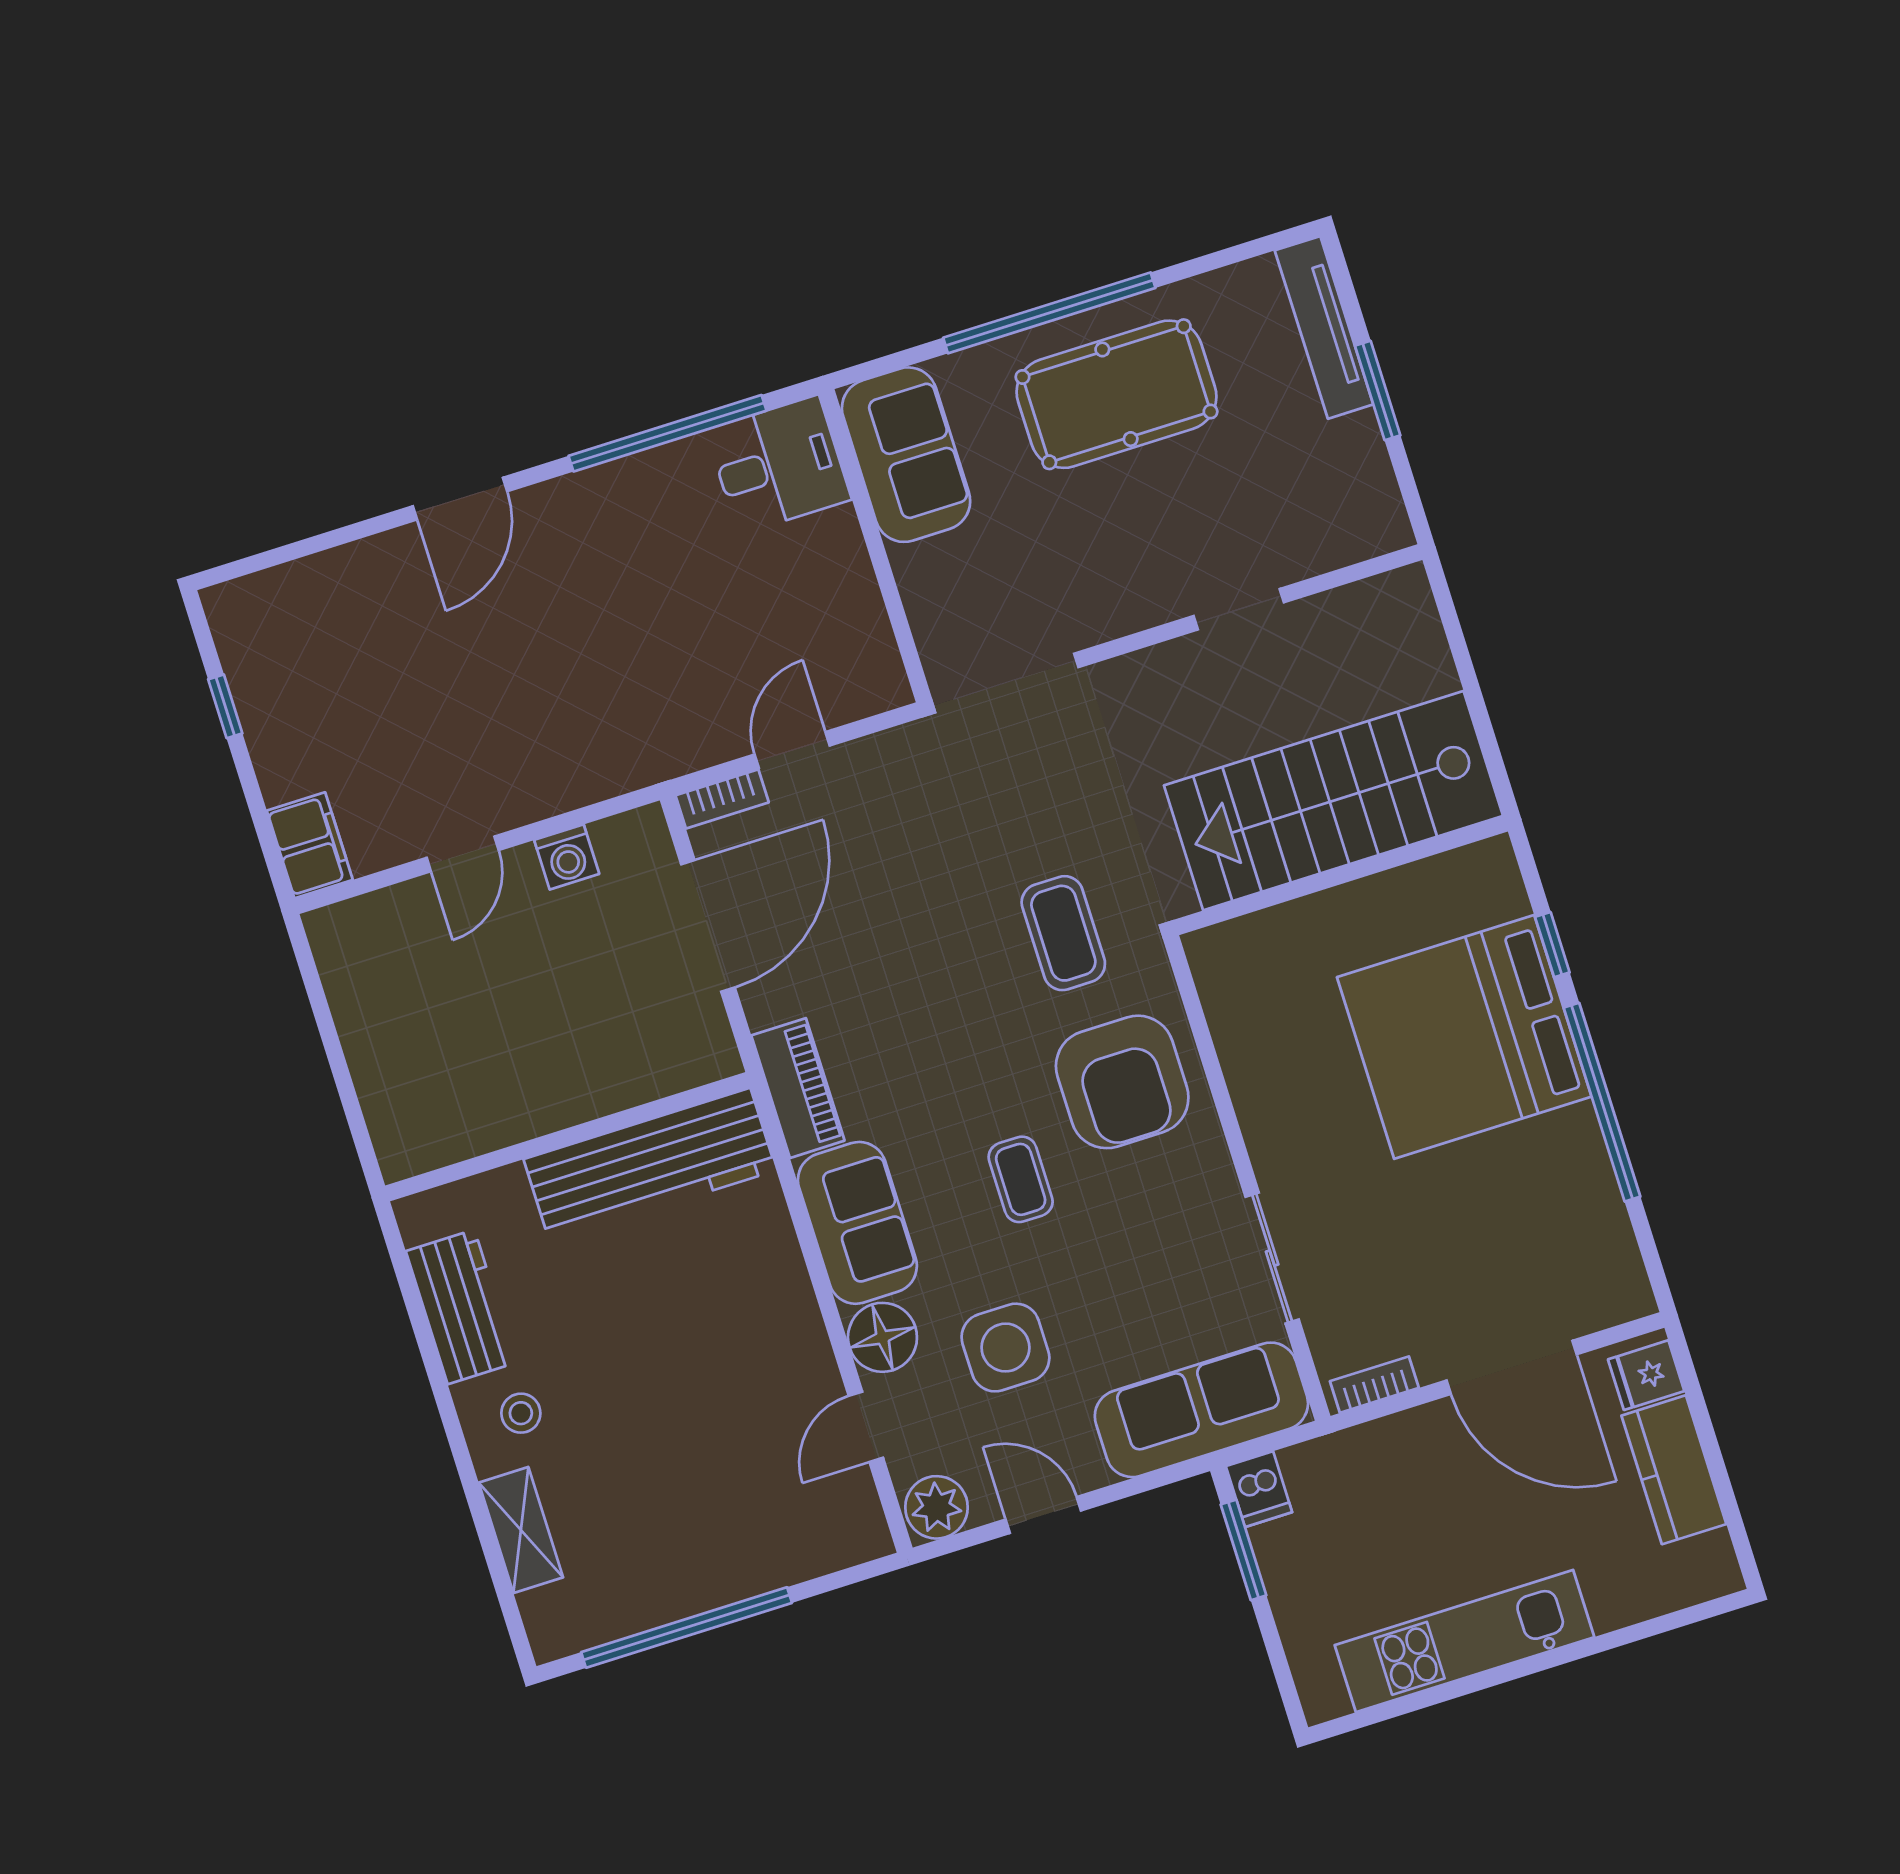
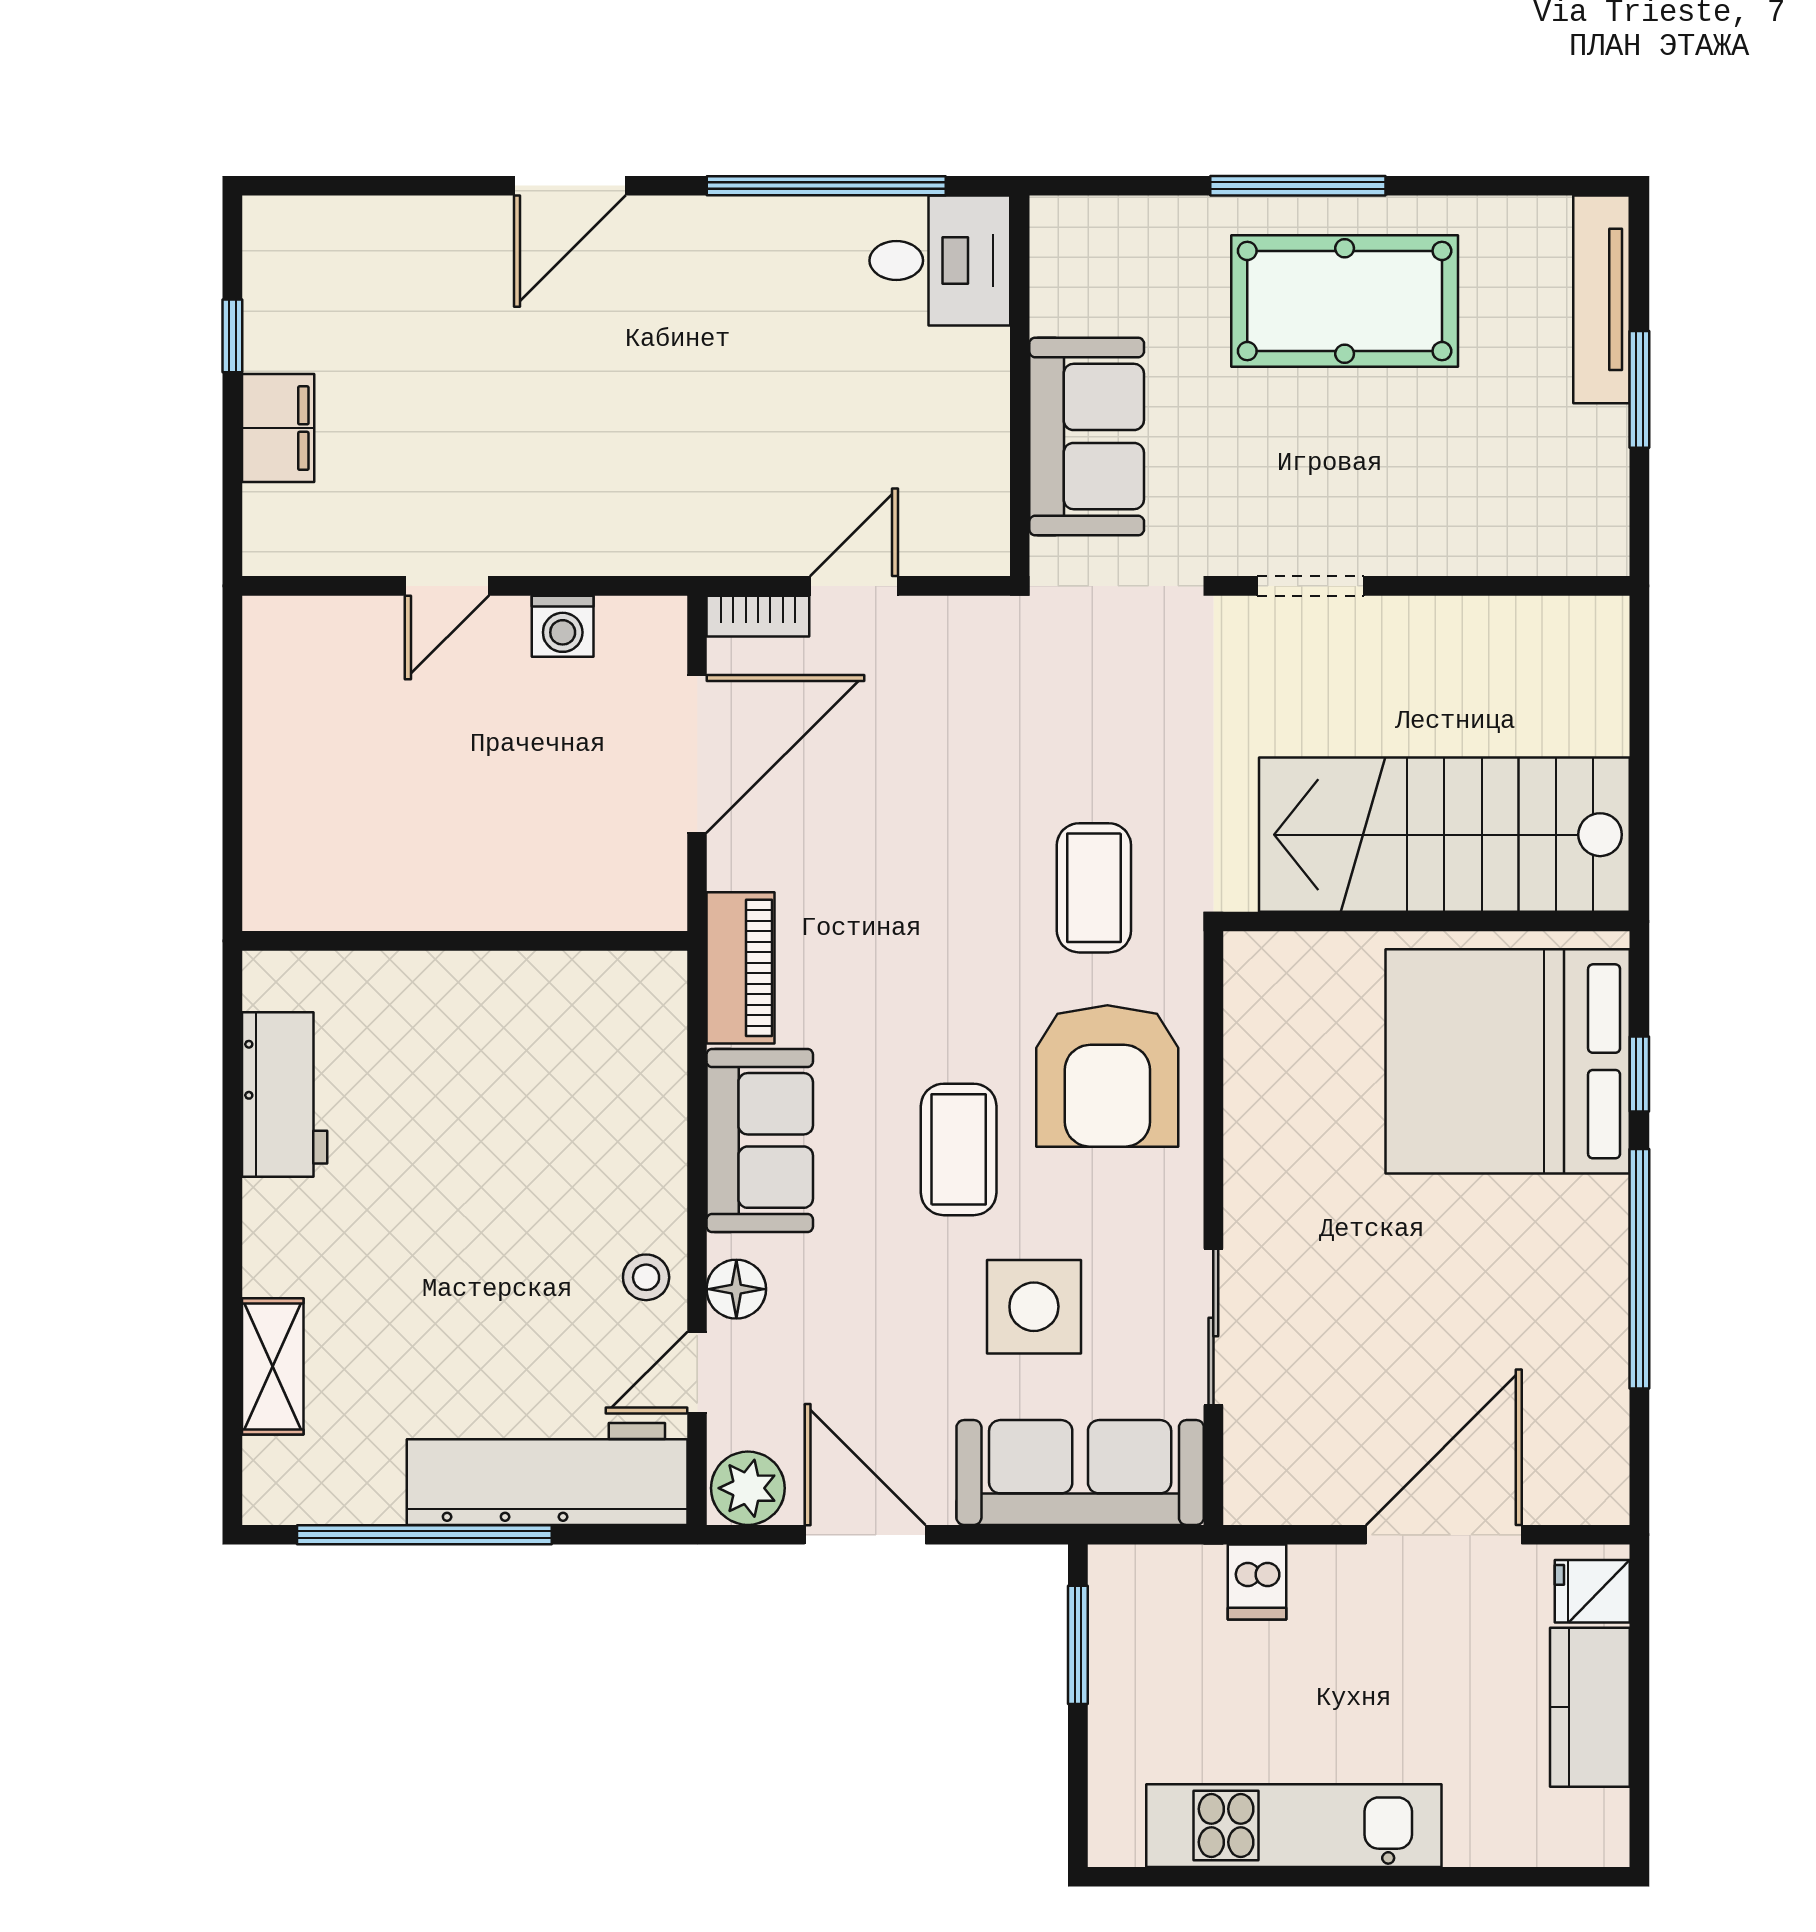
window: (1049, 313) -> (1298, 186), width x0.68
sofa: (906, 455) -> (1087, 436), moved
doorway: (1239, 609) -> (1311, 586), moved
filing cabinet: (310, 845) -> (278, 428), moved
bed: (1464, 1037) -> (1508, 1061), moved
workbench: (650, 1165) -> (547, 1474), moved, turned 180
coffee table: (1021, 1179) -> (959, 1149), width x1.36, depth x1.30
floor lamp: (882, 1337) -> (736, 1289), width x0.73, depth x0.73
side table: (1005, 1348) -> (1034, 1307), moved
door: (1512, 1367) -> (1444, 1535), swing flipped
bookcase: (1374, 1385) -> (1284, 1505), removed
stool: (521, 1413) -> (646, 1277), moved
dishwasher: (1259, 1489) -> (1257, 1582), moved
door: (1043, 1515) -> (865, 1535), width x1.38

